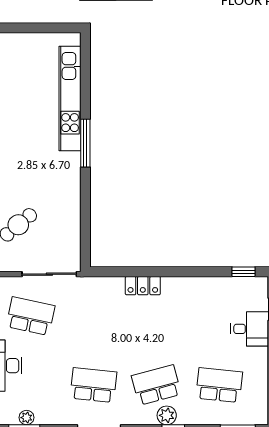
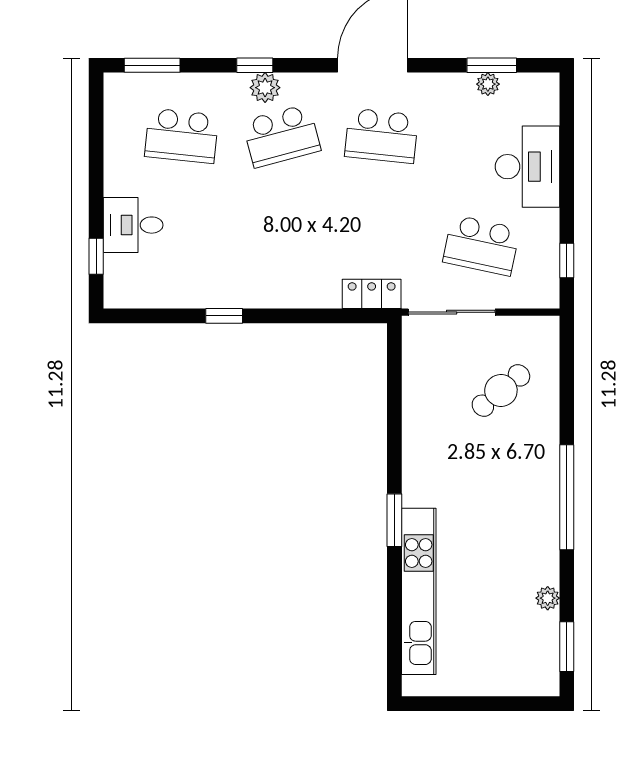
window: (85, 143) -> (394, 520), width x0.69
window: (243, 272) -> (224, 316), moved
locker: (143, 286) -> (372, 294), moved

